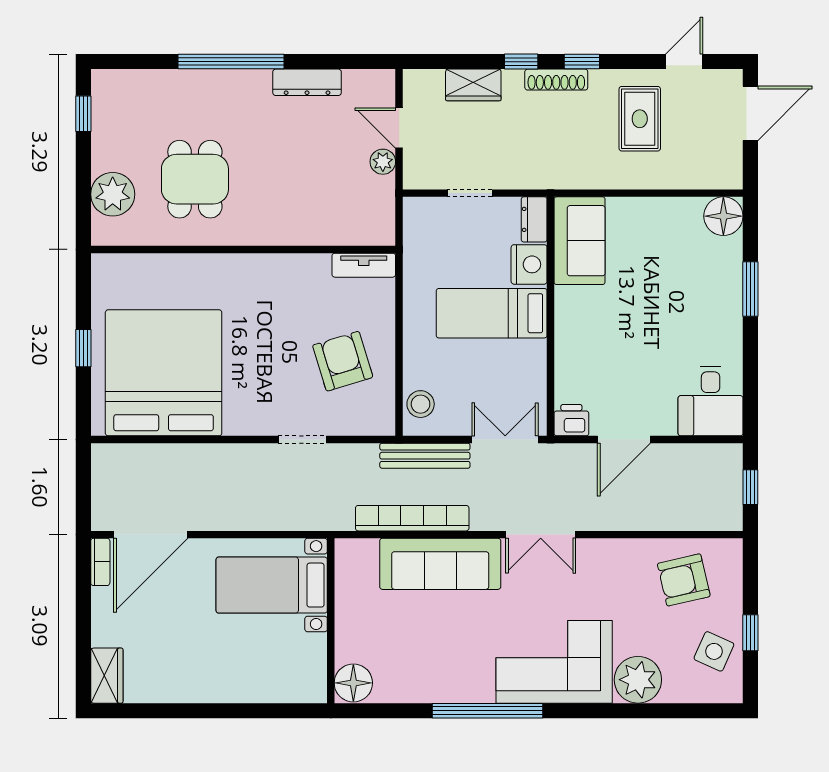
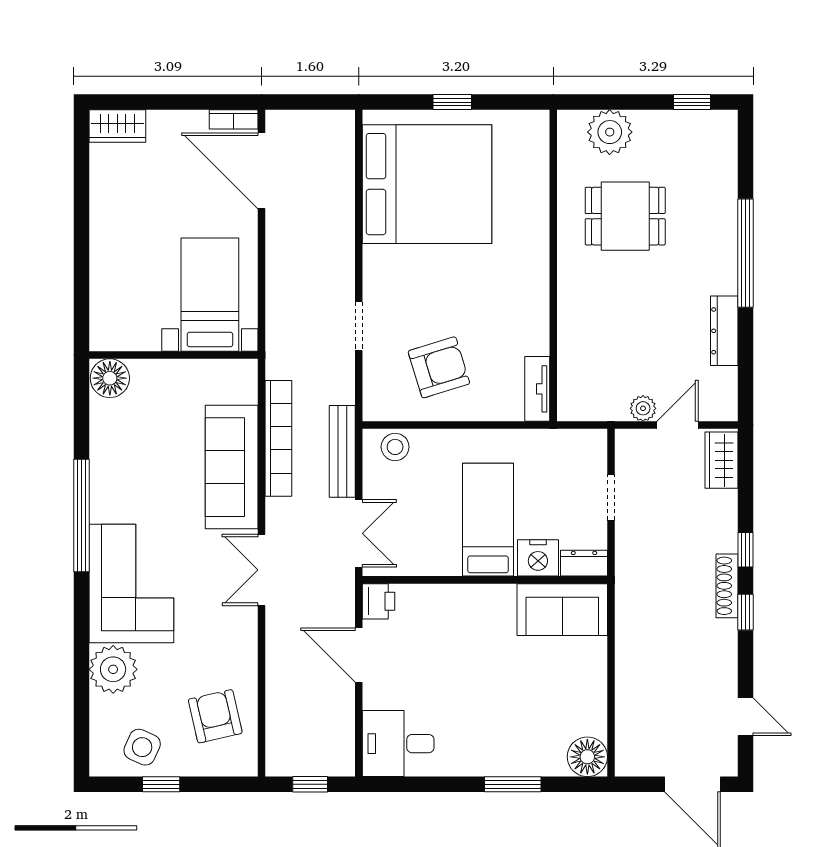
wardrobe: (473, 85) -> (722, 460), moved
rug: (640, 119) -> (687, 671), removed

